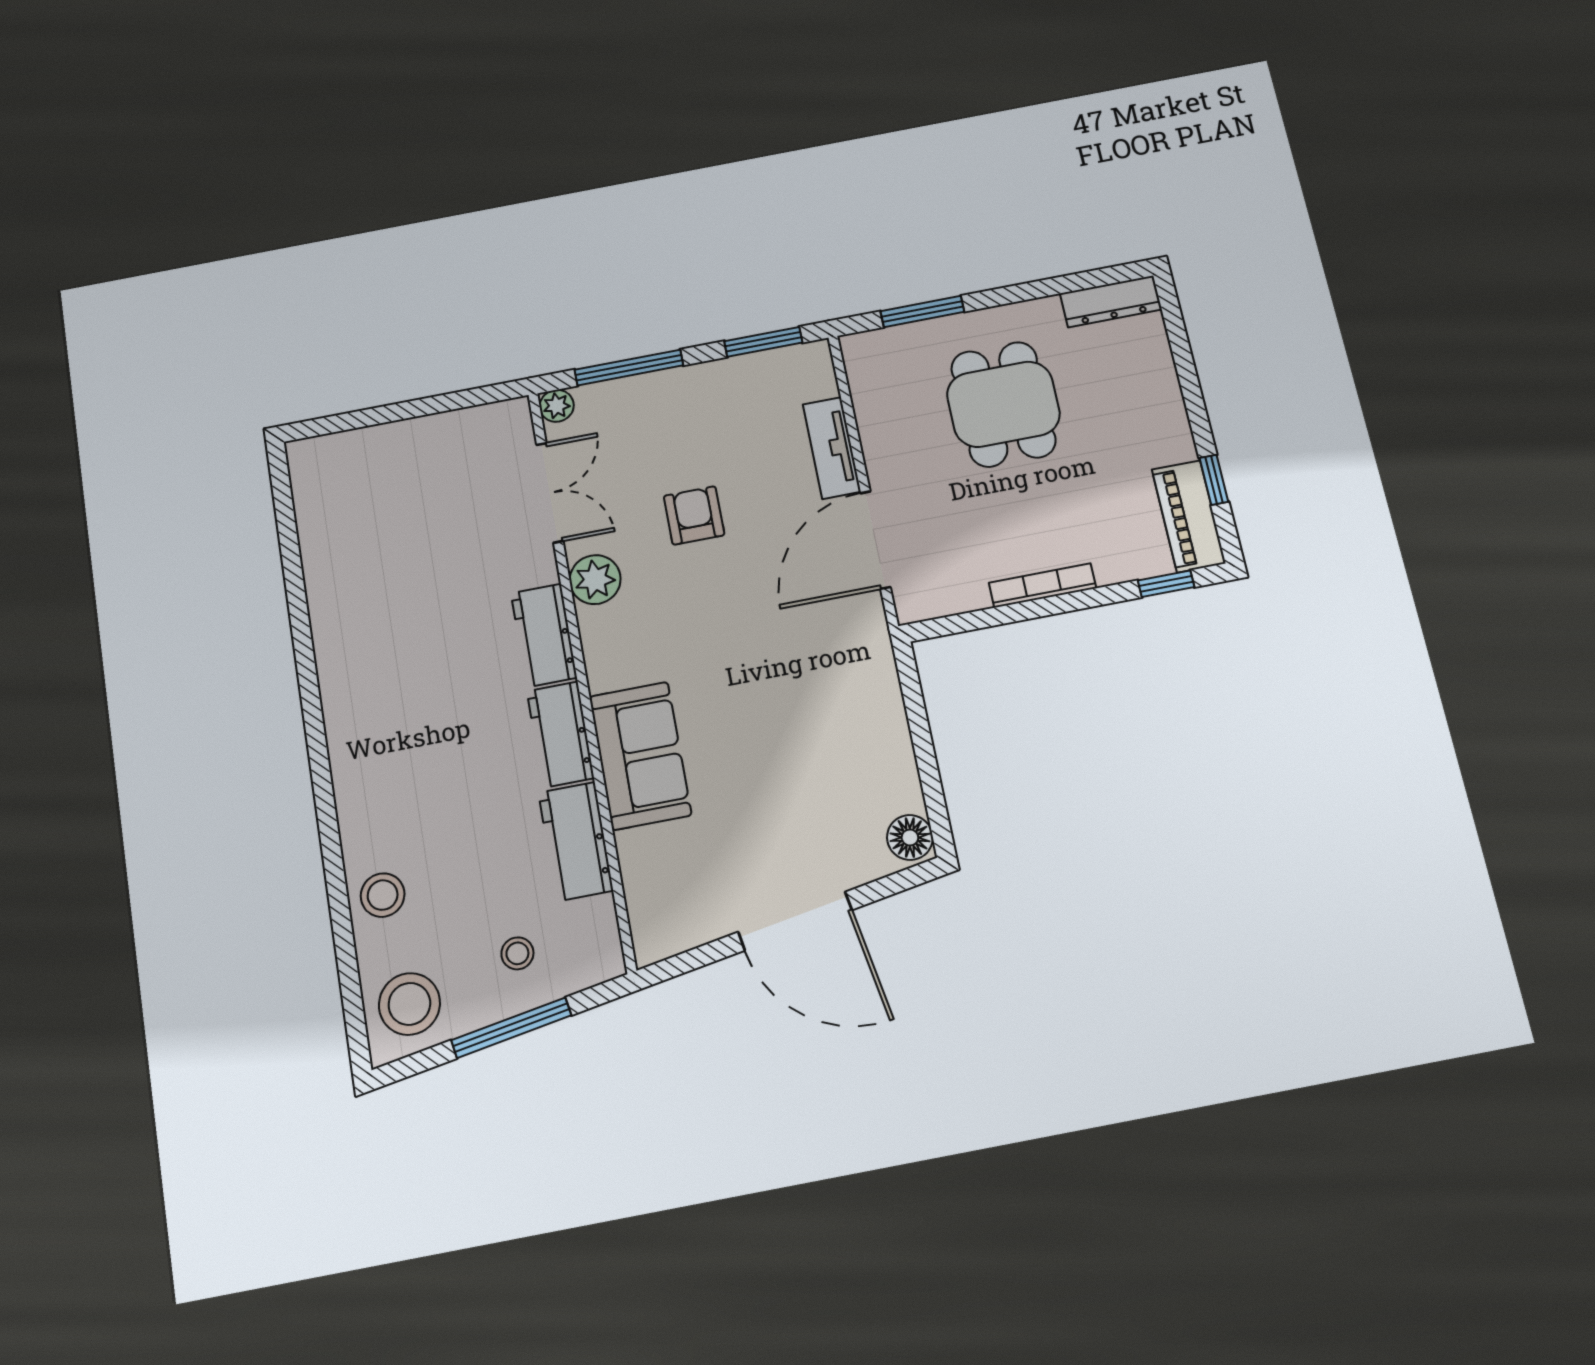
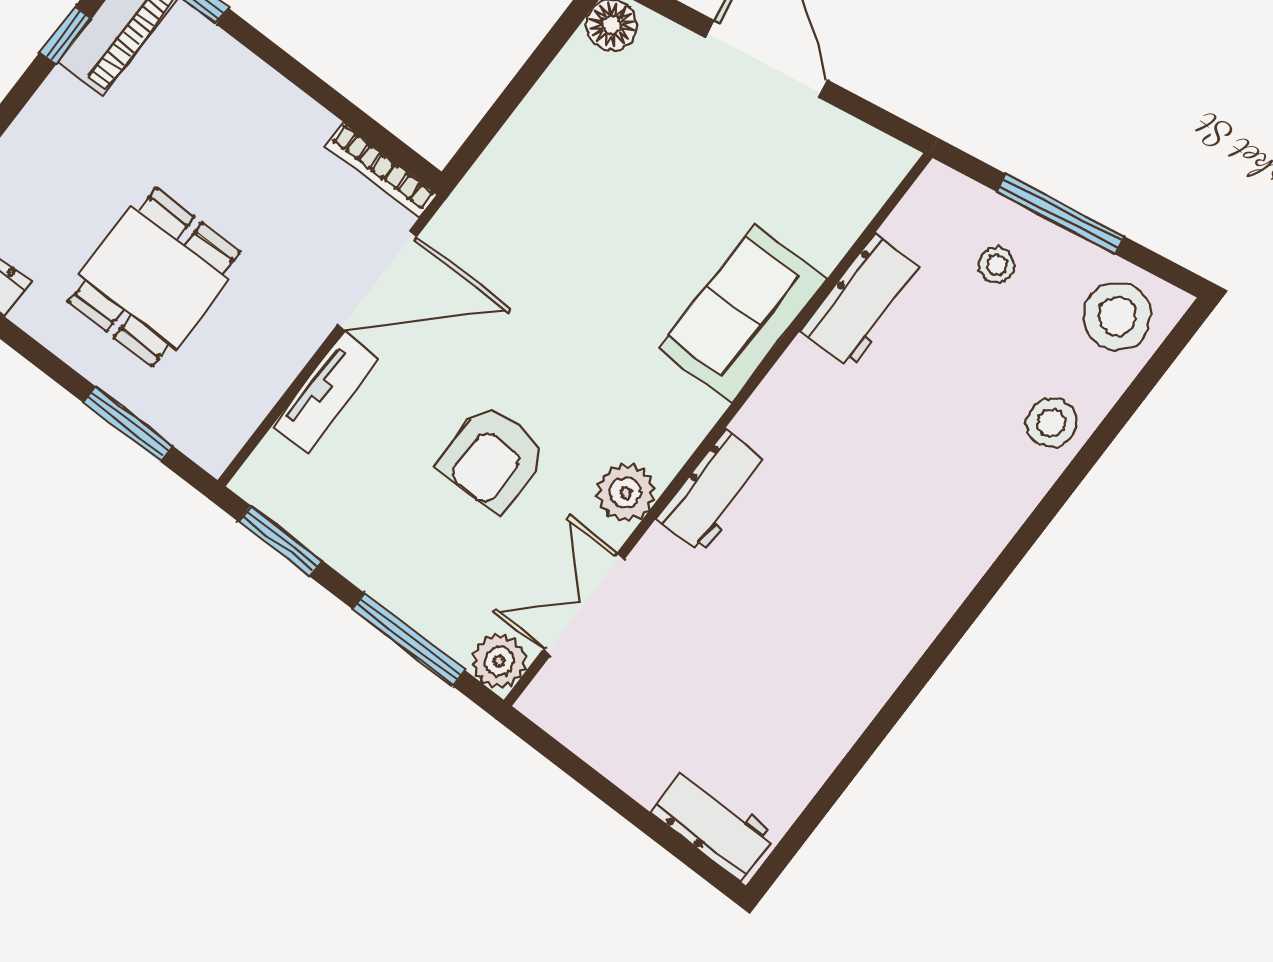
plant: (557, 406) -> (499, 661), width x1.38, depth x1.38
armchair: (694, 515) -> (493, 458), width x1.38, depth x1.38
bookcase: (1042, 585) -> (381, 170), moved
workbench: (560, 734) -> (713, 823), moved, turned -90

